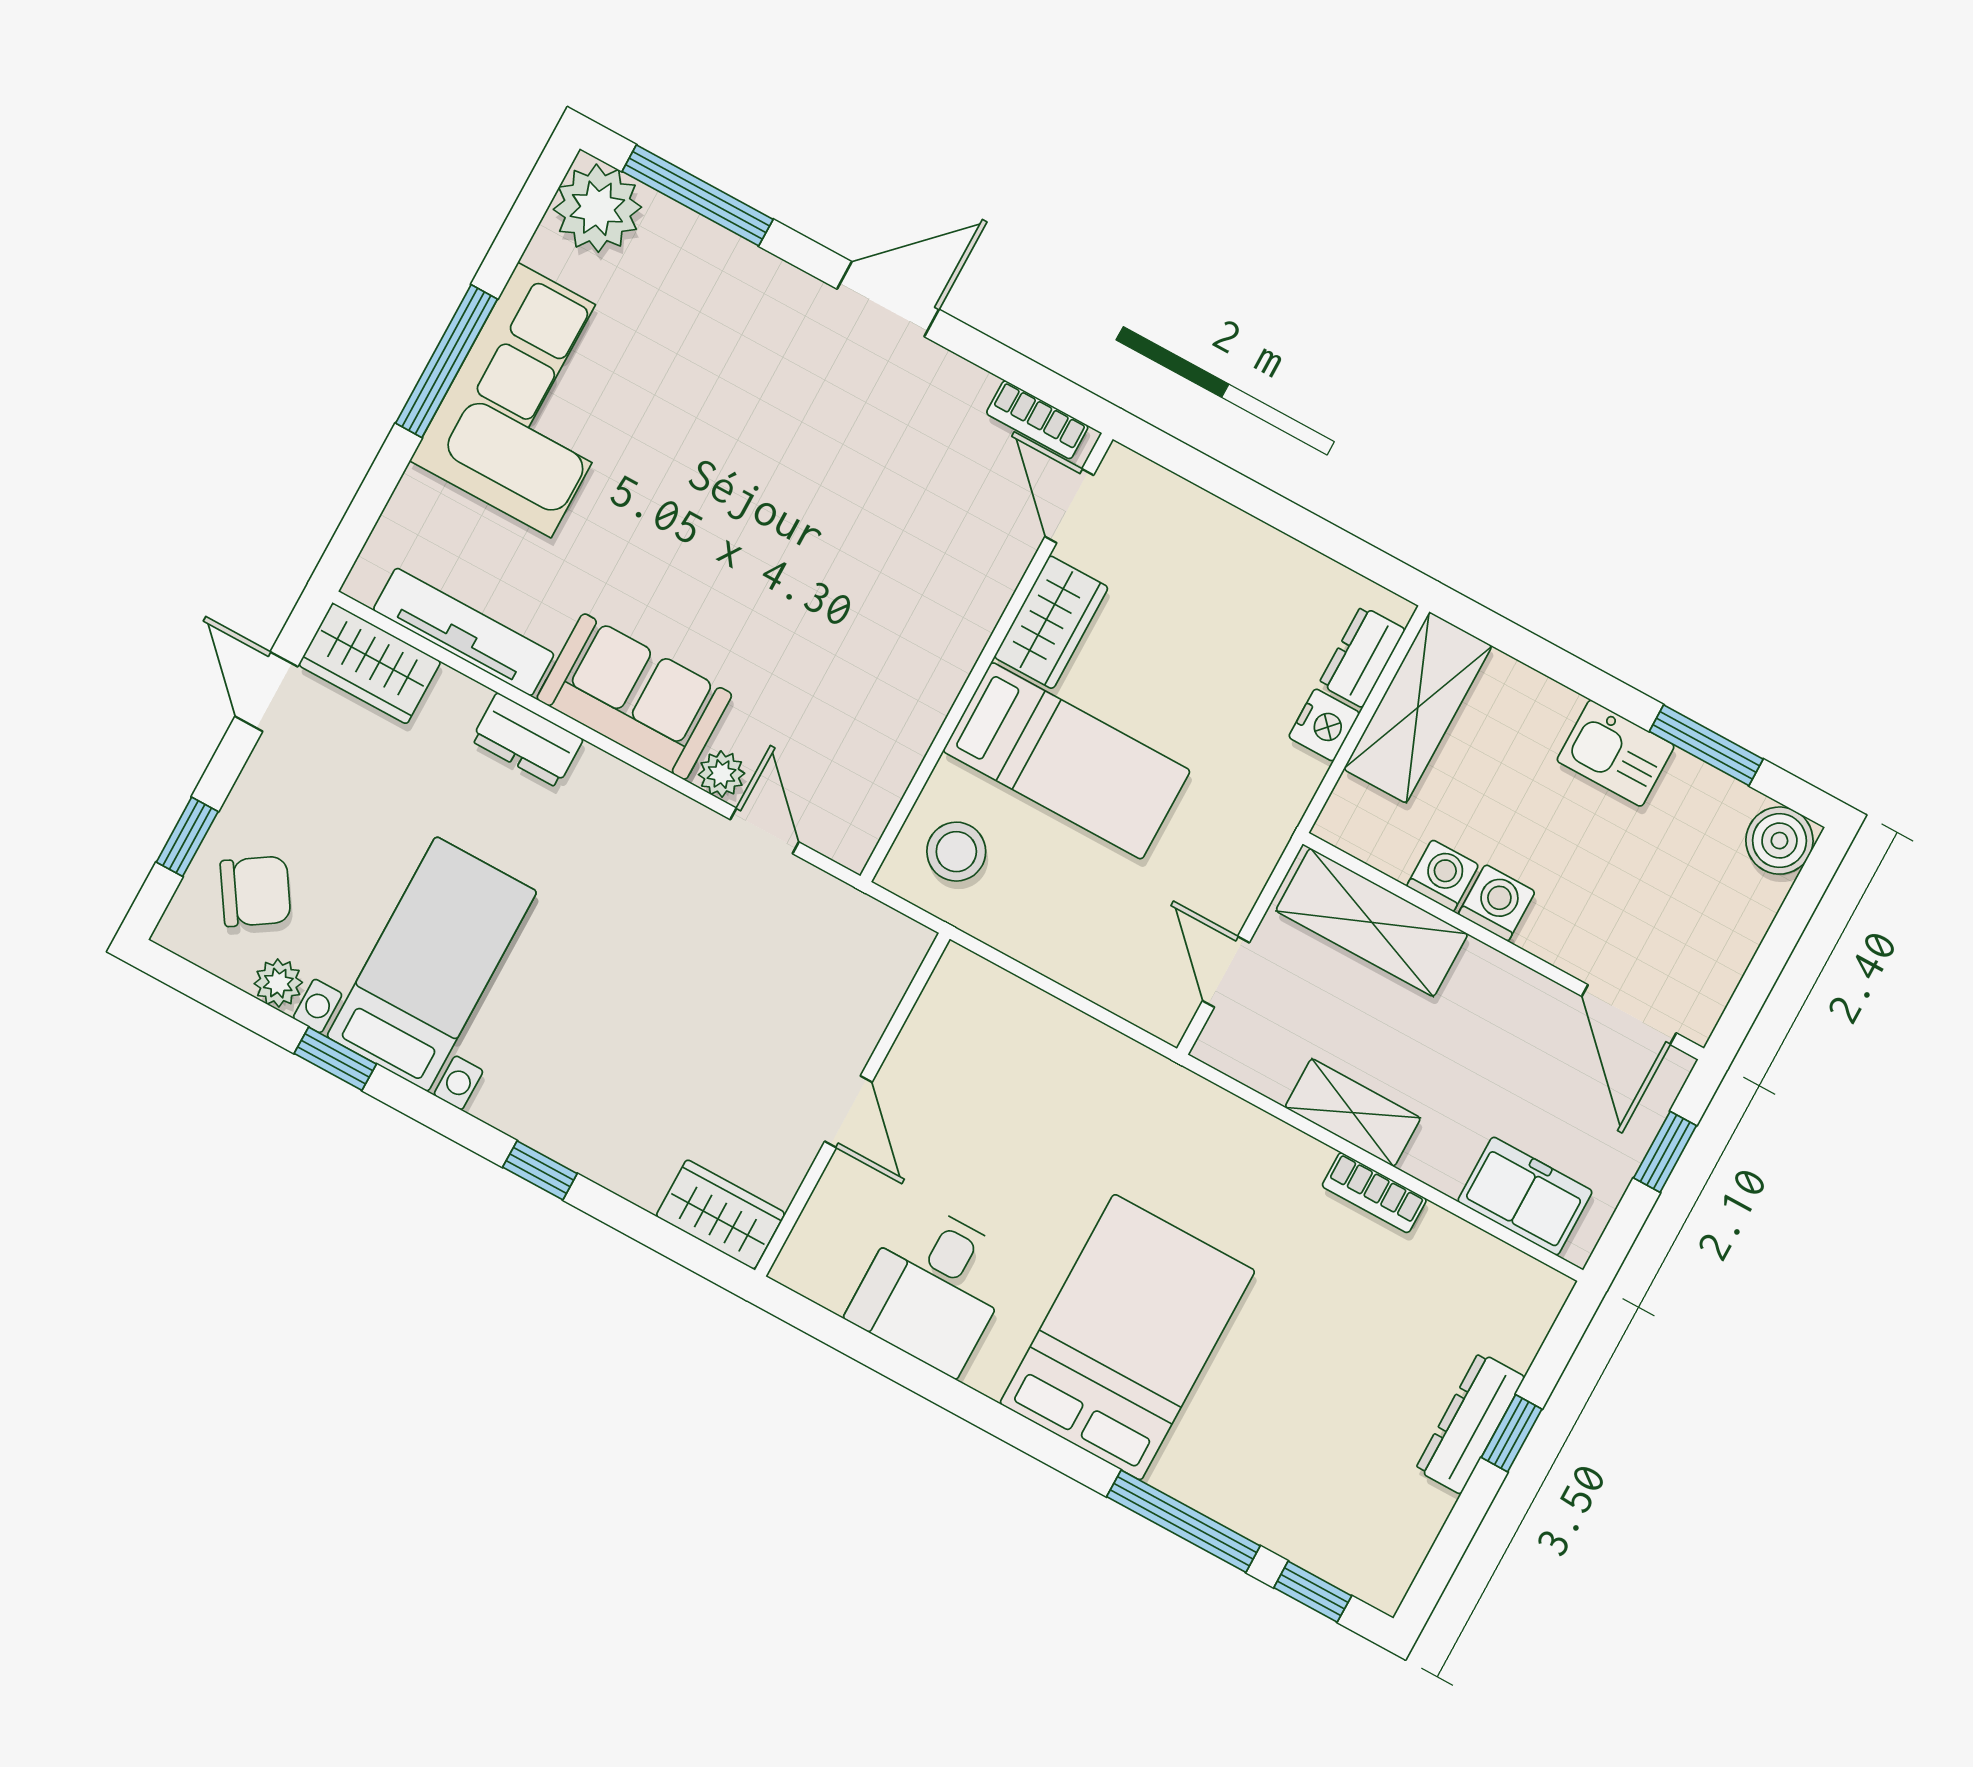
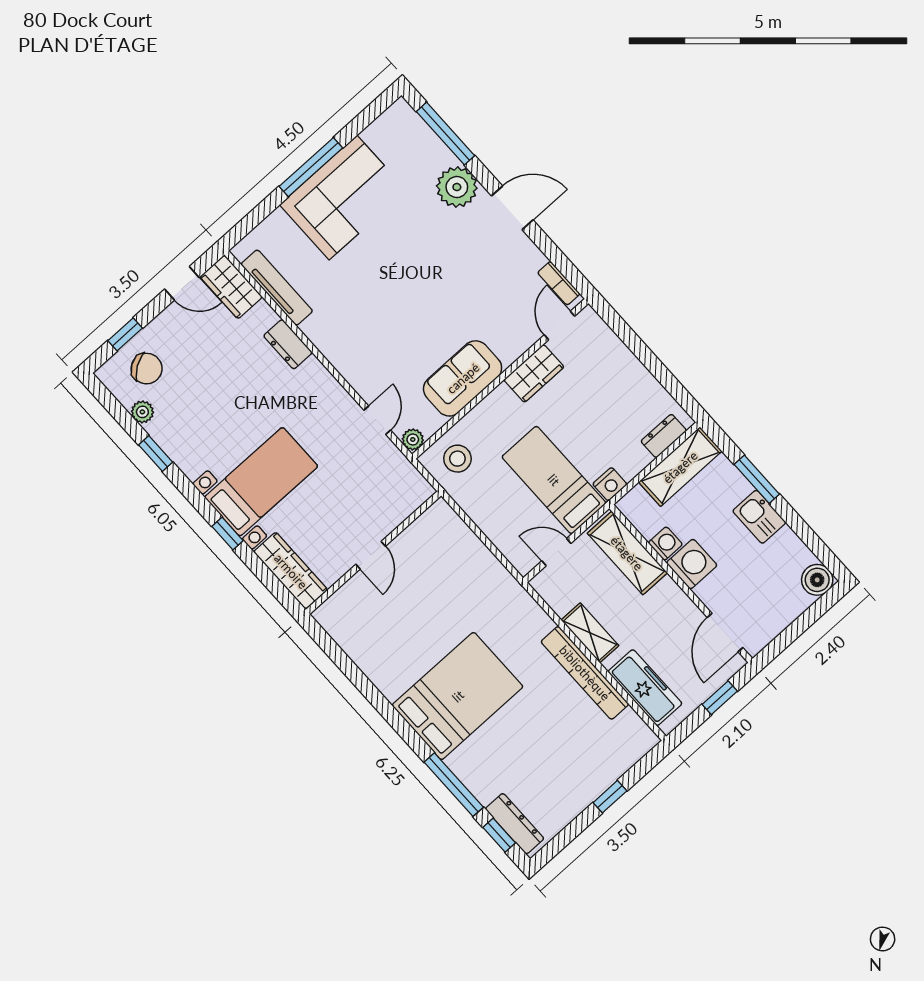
plant: (597, 208) -> (457, 187), moved
door: (266, 692) -> (182, 283), swing flipped
sofa: (634, 697) -> (463, 378), moved, turned -90
nightstand: (1324, 725) -> (610, 484), moved
window: (1706, 745) -> (757, 479), moved
bed: (1067, 761) -> (554, 480), moved, turned 180
plant: (722, 774) -> (413, 439), moved
washing machine: (1497, 903) -> (692, 564), width x1.38, depth x1.38
bed with nightstands: (432, 964) -> (261, 482), moved
door: (1226, 972) -> (556, 552), hinge flipped
bookcase: (1374, 1193) -> (585, 673), width x2.31, depth x1.31
freezer: (1525, 1196) -> (645, 688), width x1.40
wardrobe: (720, 1214) -> (291, 571), width x1.50
desk: (933, 1288) -> (381, 645), removed
dresser: (1470, 1423) -> (515, 824), moved, turned 90

